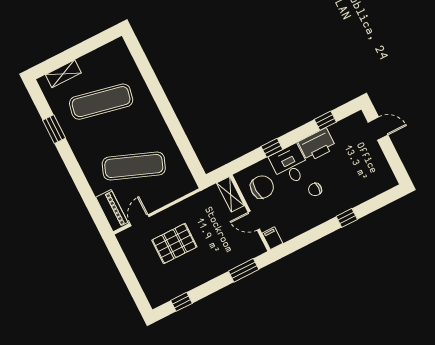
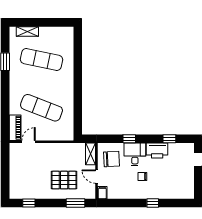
pallet: (174, 243) -> (64, 180), moved

